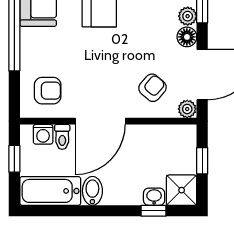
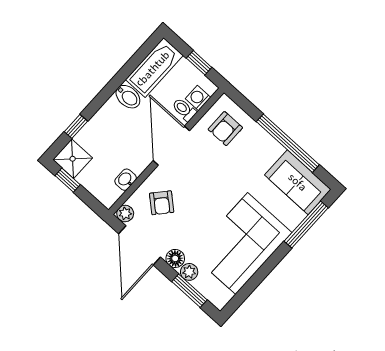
window: (202, 161) -> (68, 180), moved
washbasin: (154, 197) -> (126, 180), moved, turned 180

